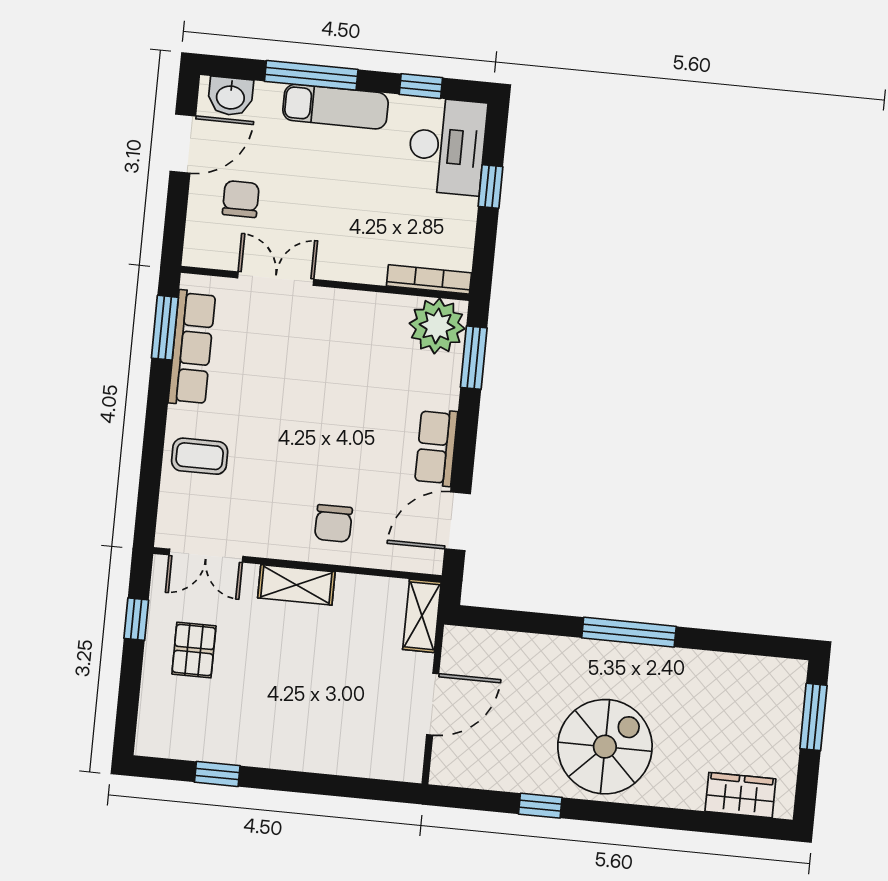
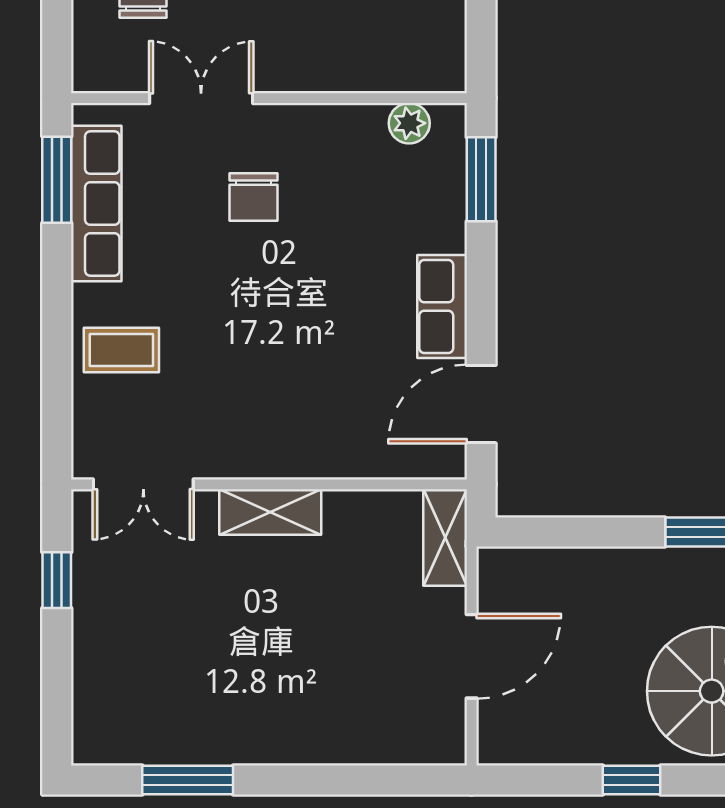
bookcase: (429, 279) -> (410, 79), removed
plant: (437, 326) -> (409, 123), width x0.53, depth x0.53
chair: (333, 523) -> (253, 197), moved
pallet: (194, 650) -> (139, 614), removed
window: (217, 774) -> (188, 780), width x1.50

